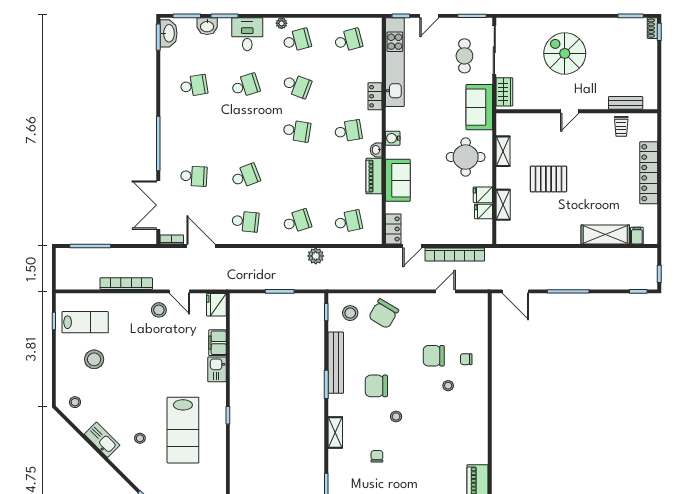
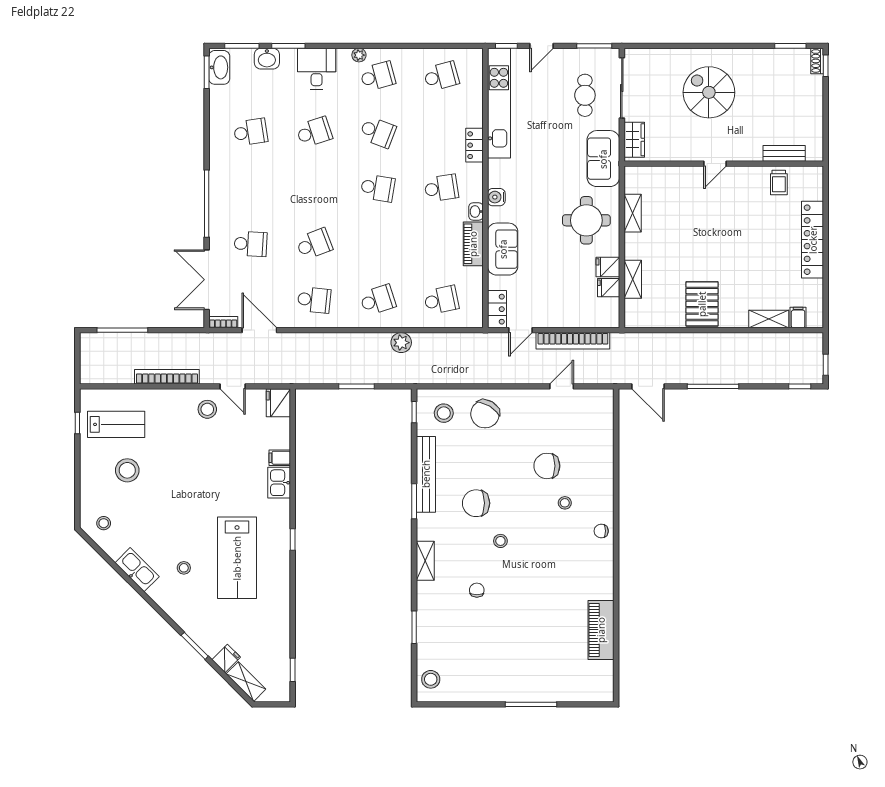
pallet: (549, 179) -> (702, 304), moved, turned 90
shelving: (605, 234) -> (769, 319), width x0.67, depth x0.75
filing cabinet: (217, 343) -> (280, 458), width x0.50
chair: (466, 359) -> (601, 531), moved

